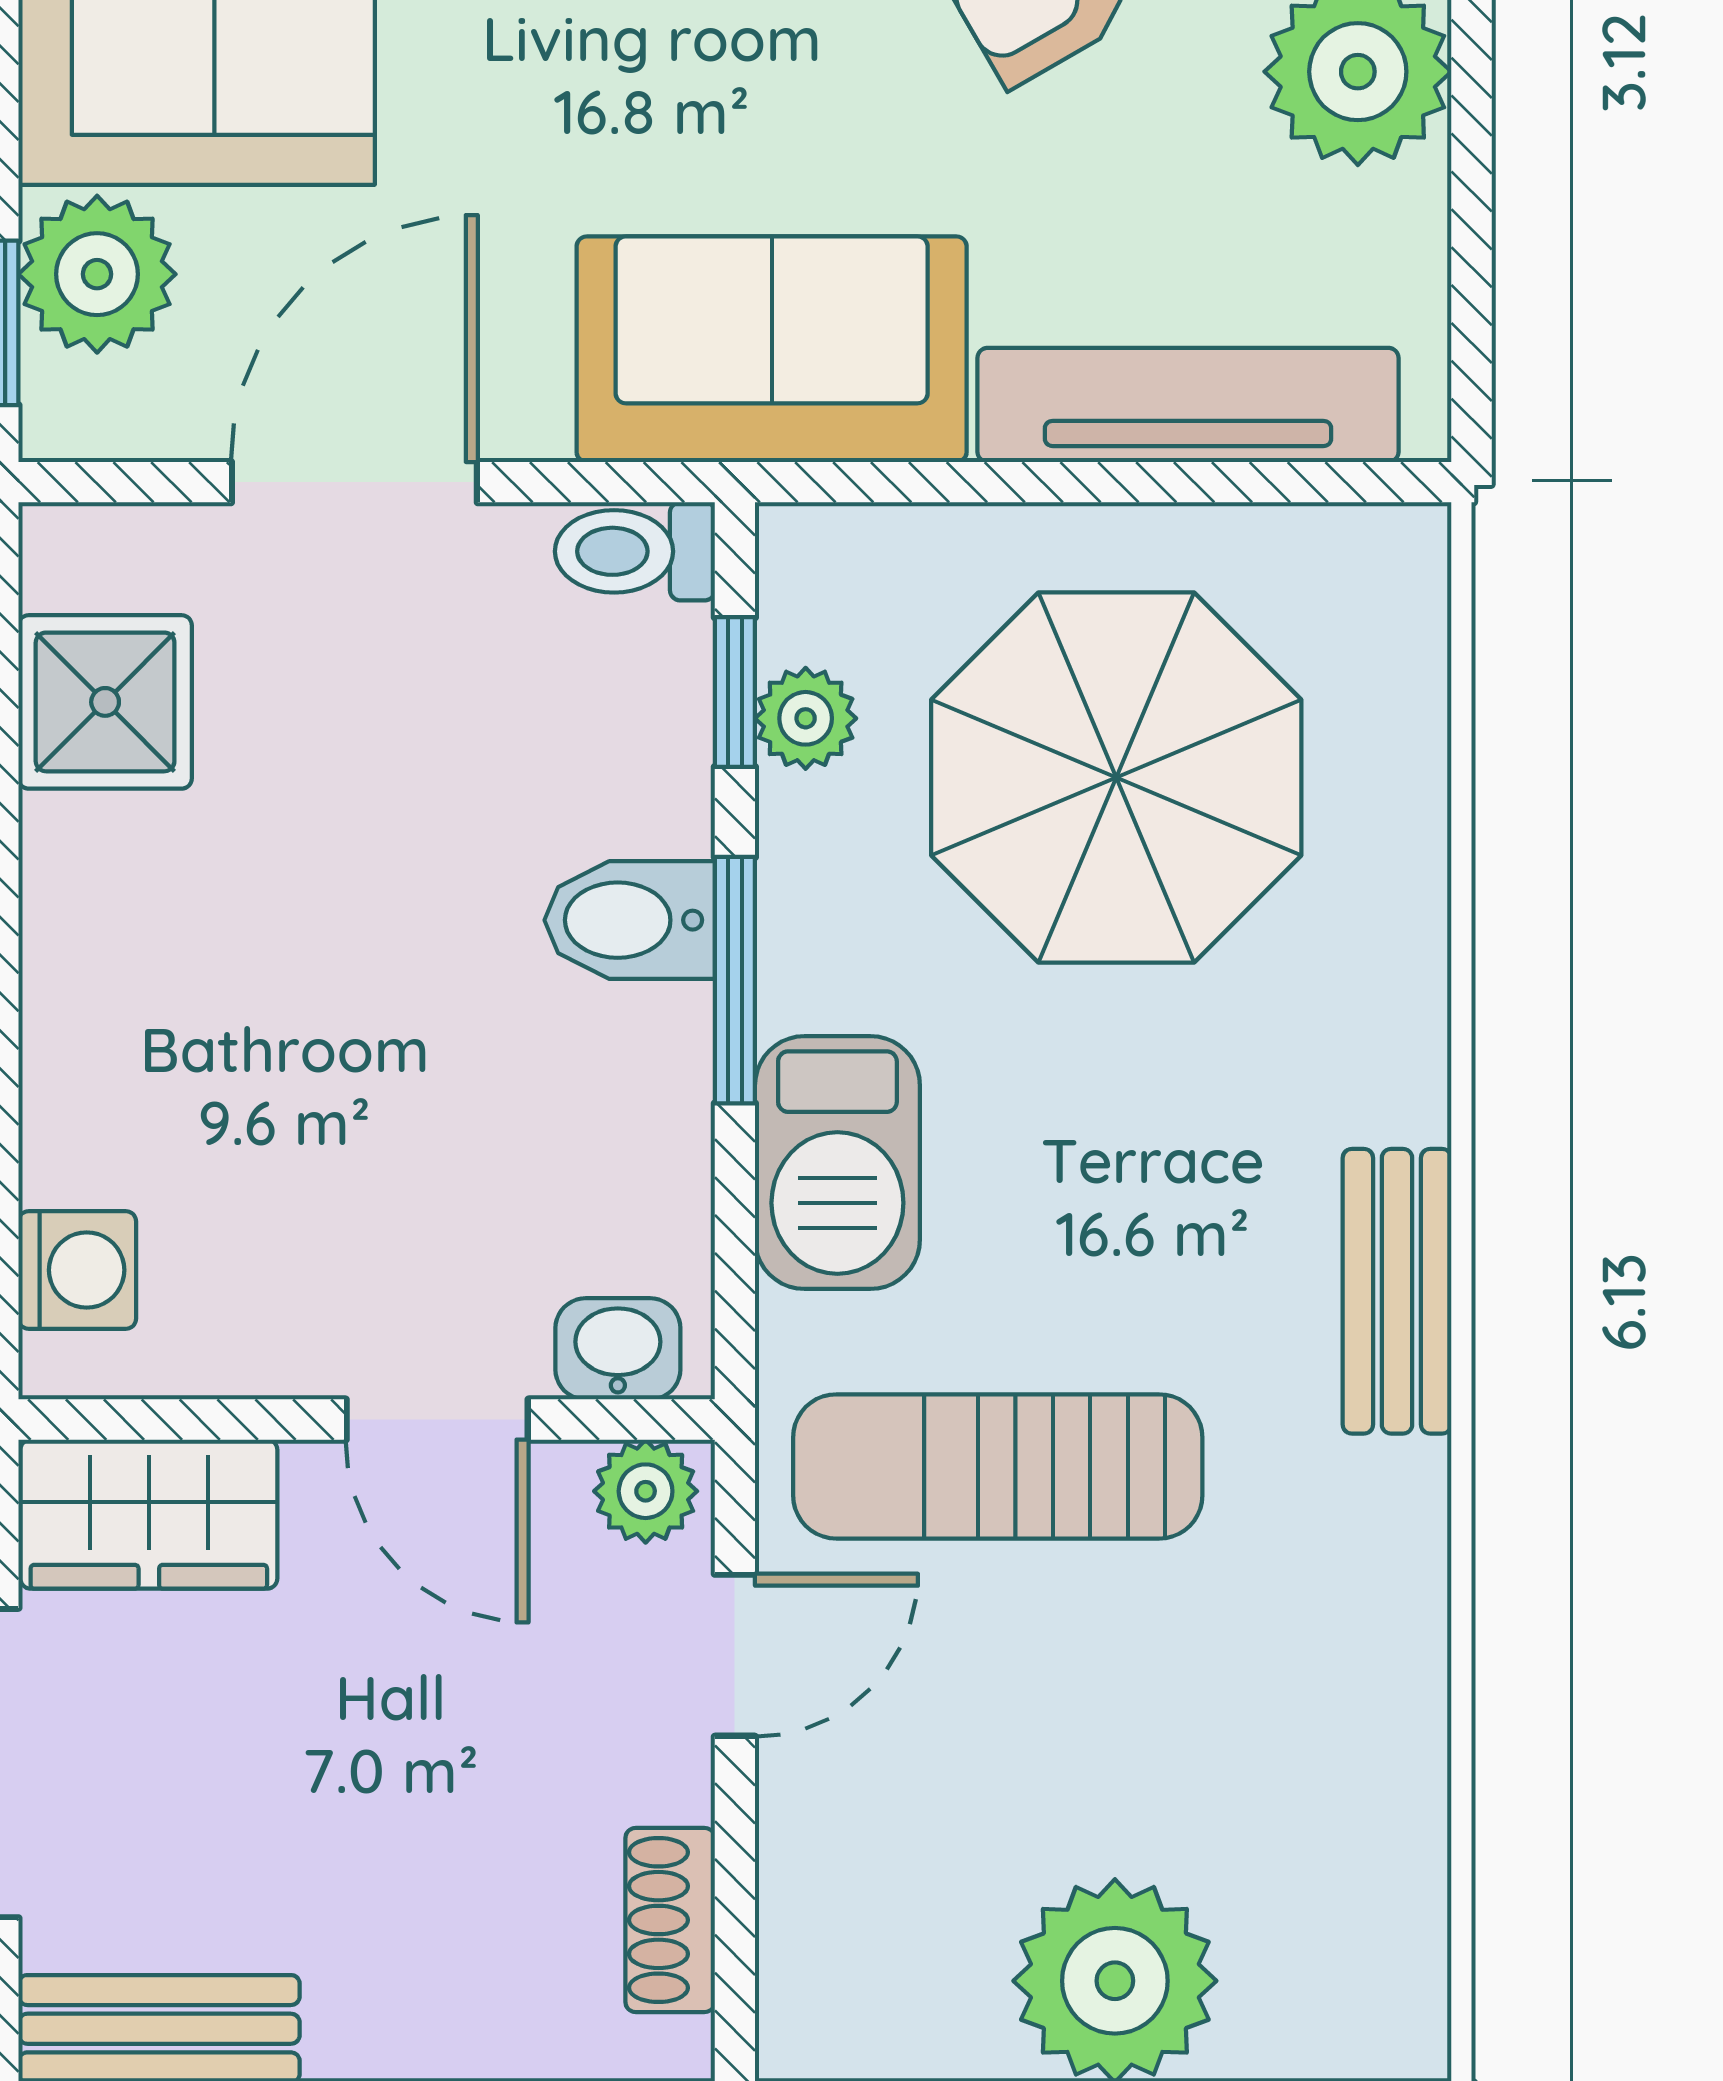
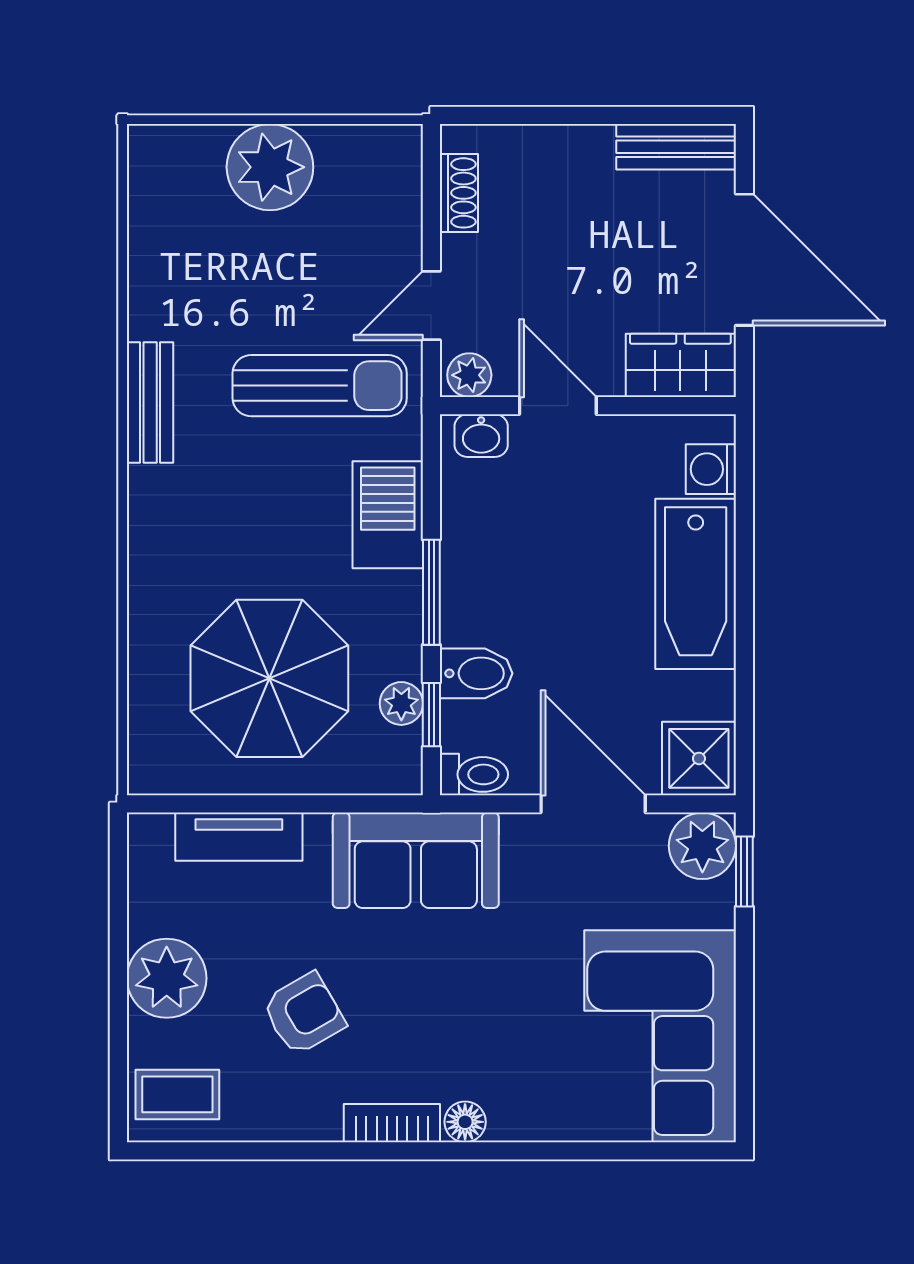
plant: (97, 274) -> (702, 846), moved
tv unit: (1188, 405) -> (239, 837), width x0.71
door: (354, 482) -> (593, 804), swing flipped
shower: (105, 702) -> (699, 758), moved
bidet: (630, 920) -> (476, 673), moved
bathtub: (113, 1000) -> (696, 584), added
bench: (1397, 1291) -> (150, 403), moved

